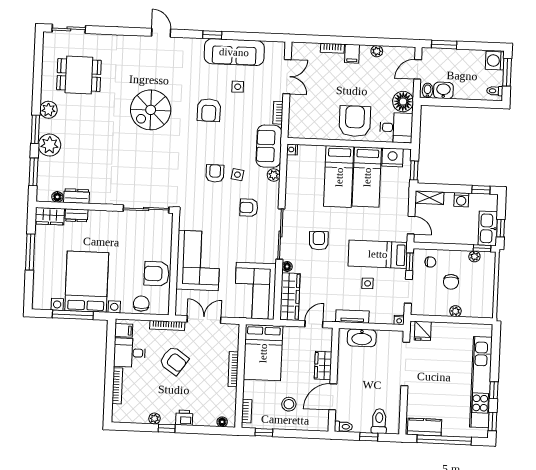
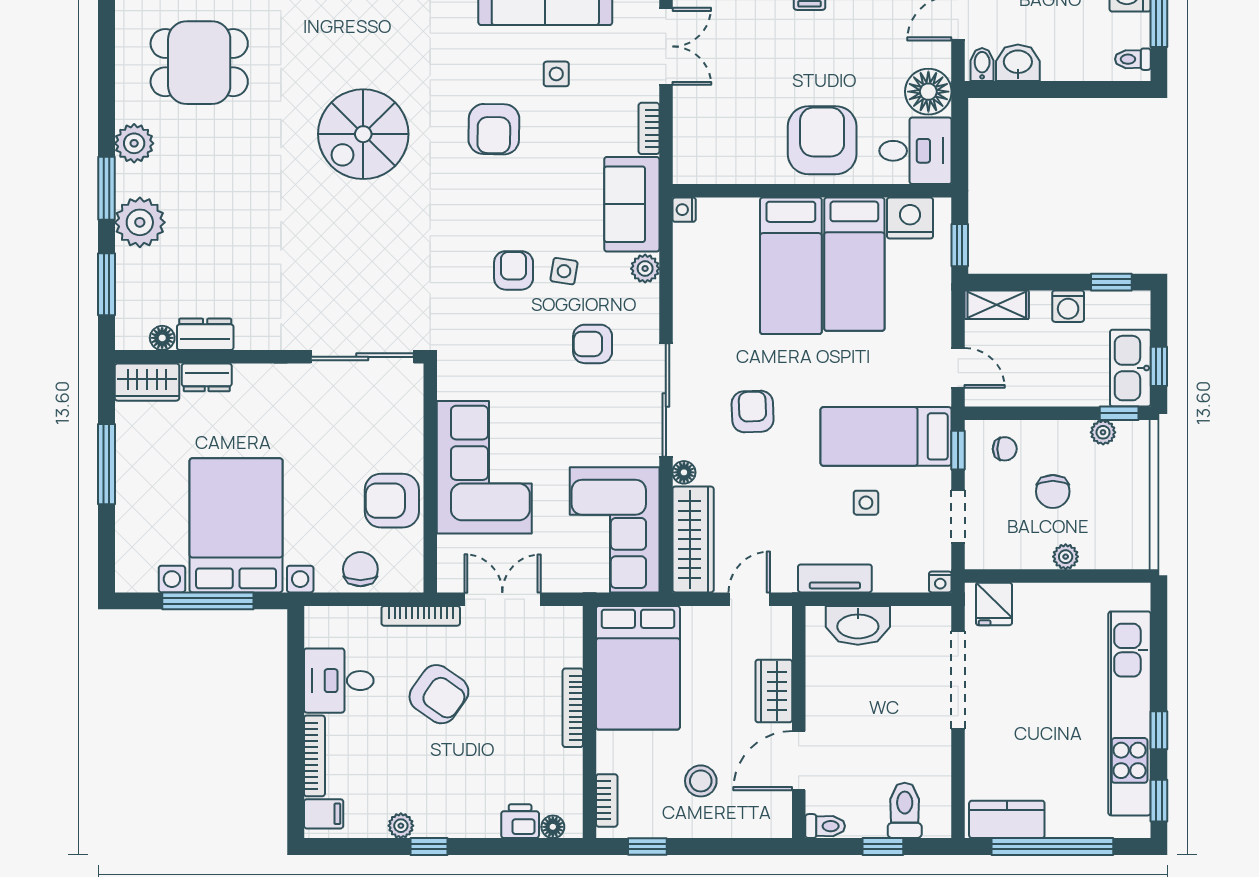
filing cabinet: (124, 330) -> (324, 814), moved
printer: (184, 418) -> (520, 821), moved

